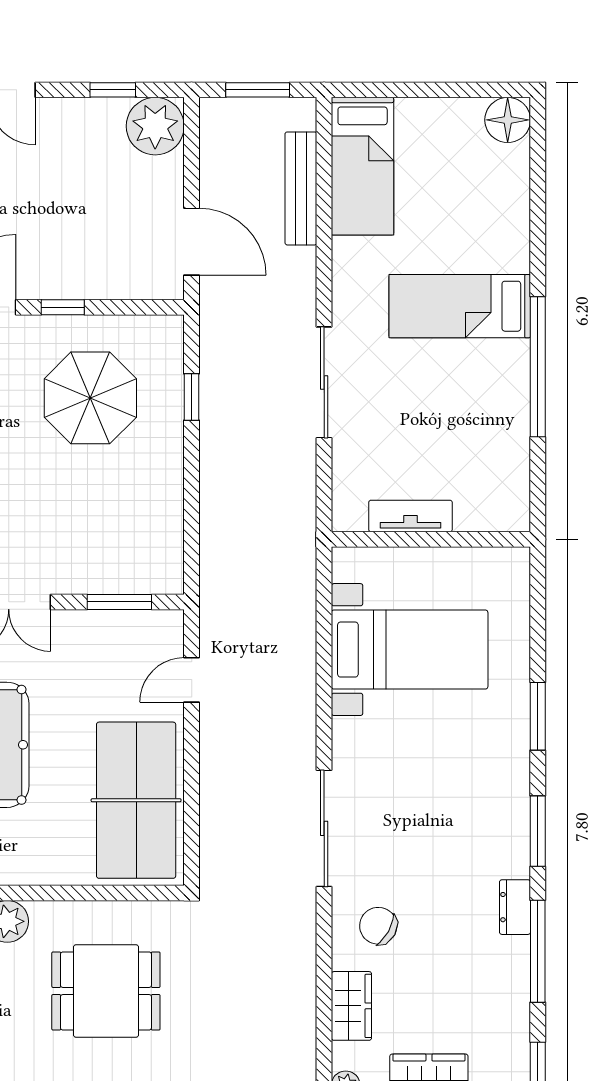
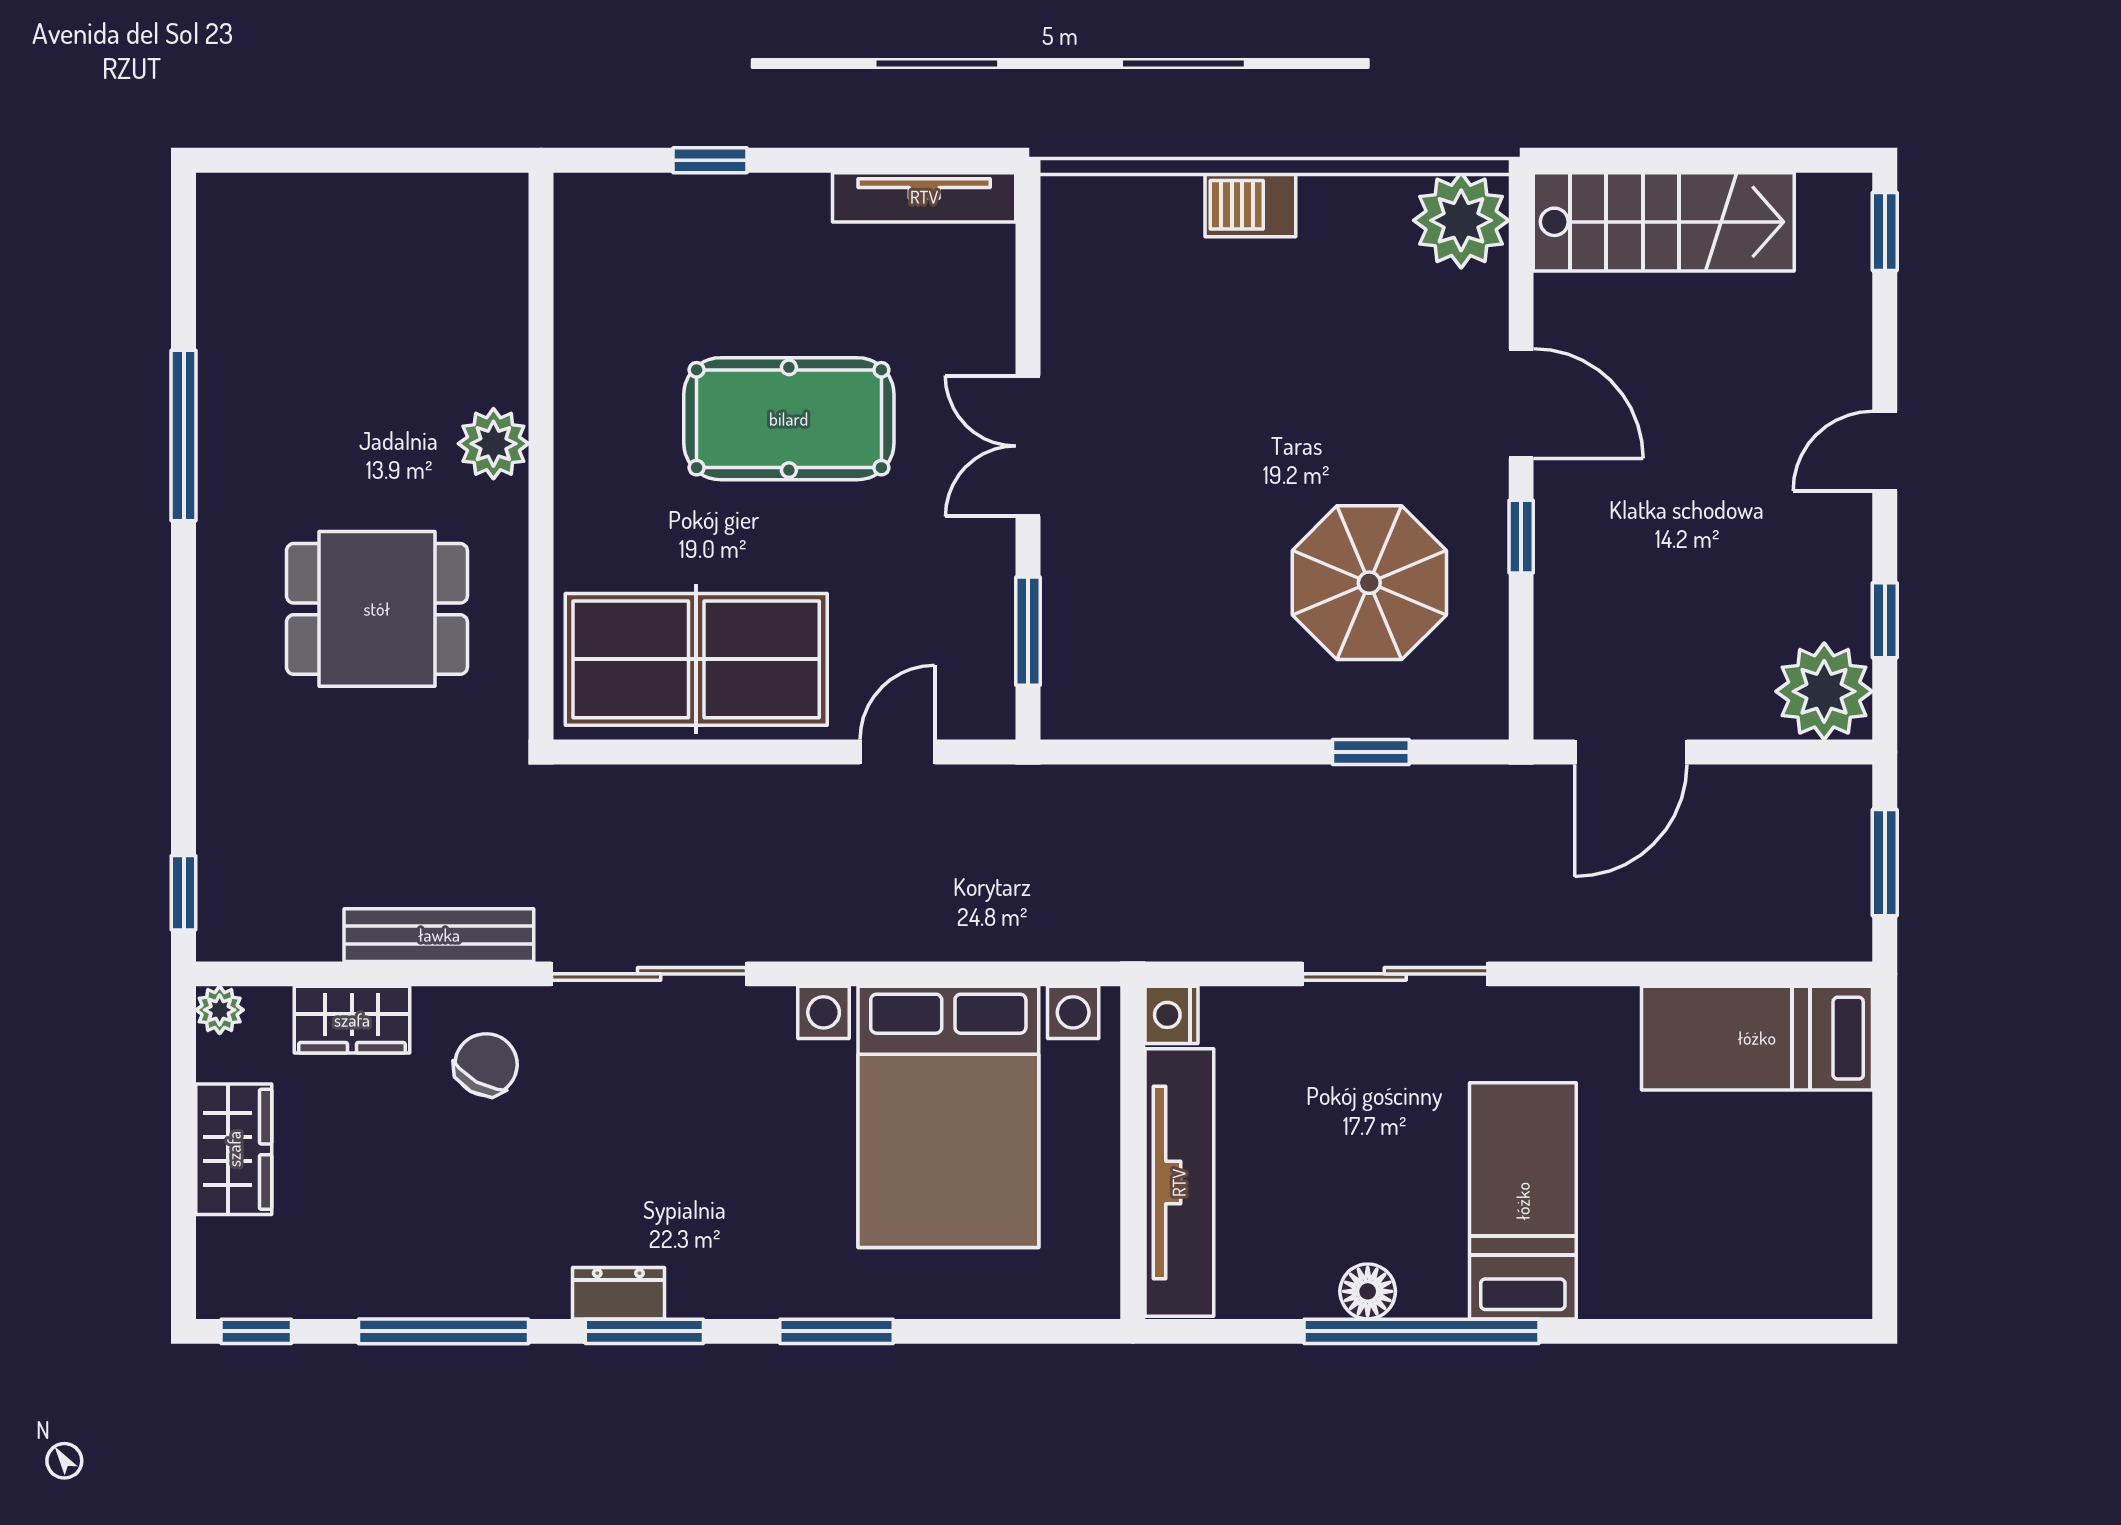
floor lamp: (508, 120) -> (1368, 1291), moved, width x0.73, depth x0.73
bench: (301, 188) -> (439, 935), moved
nightstand: (349, 516) -> (1172, 1015), added
tv unit: (410, 516) -> (1179, 1183), width x1.92, depth x1.29
bed with nightstands: (410, 650) -> (948, 1117), width x1.36
door: (192, 680) -> (897, 752), hinge flipped
dresser: (515, 907) -> (618, 1293), moved
dining table: (106, 991) -> (377, 609), turned 90

